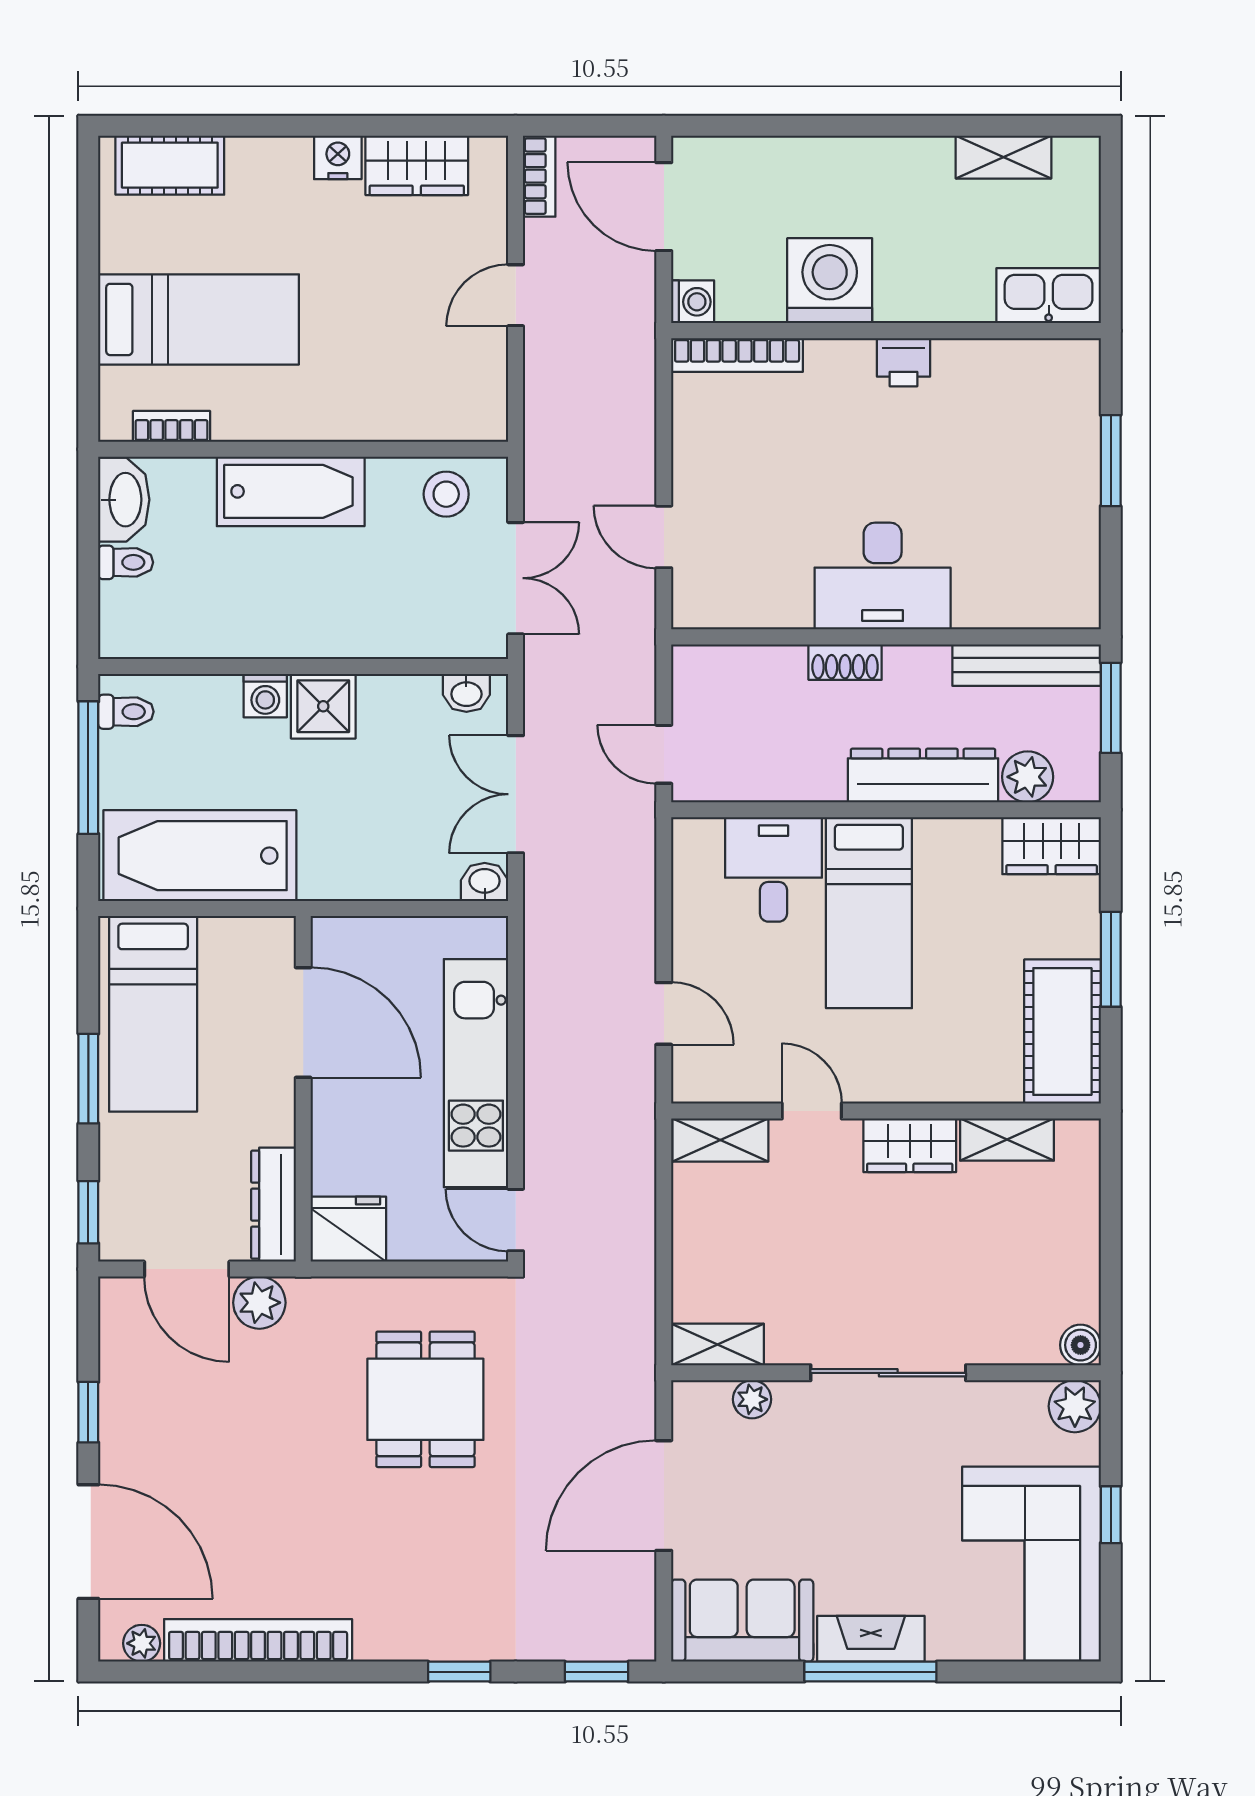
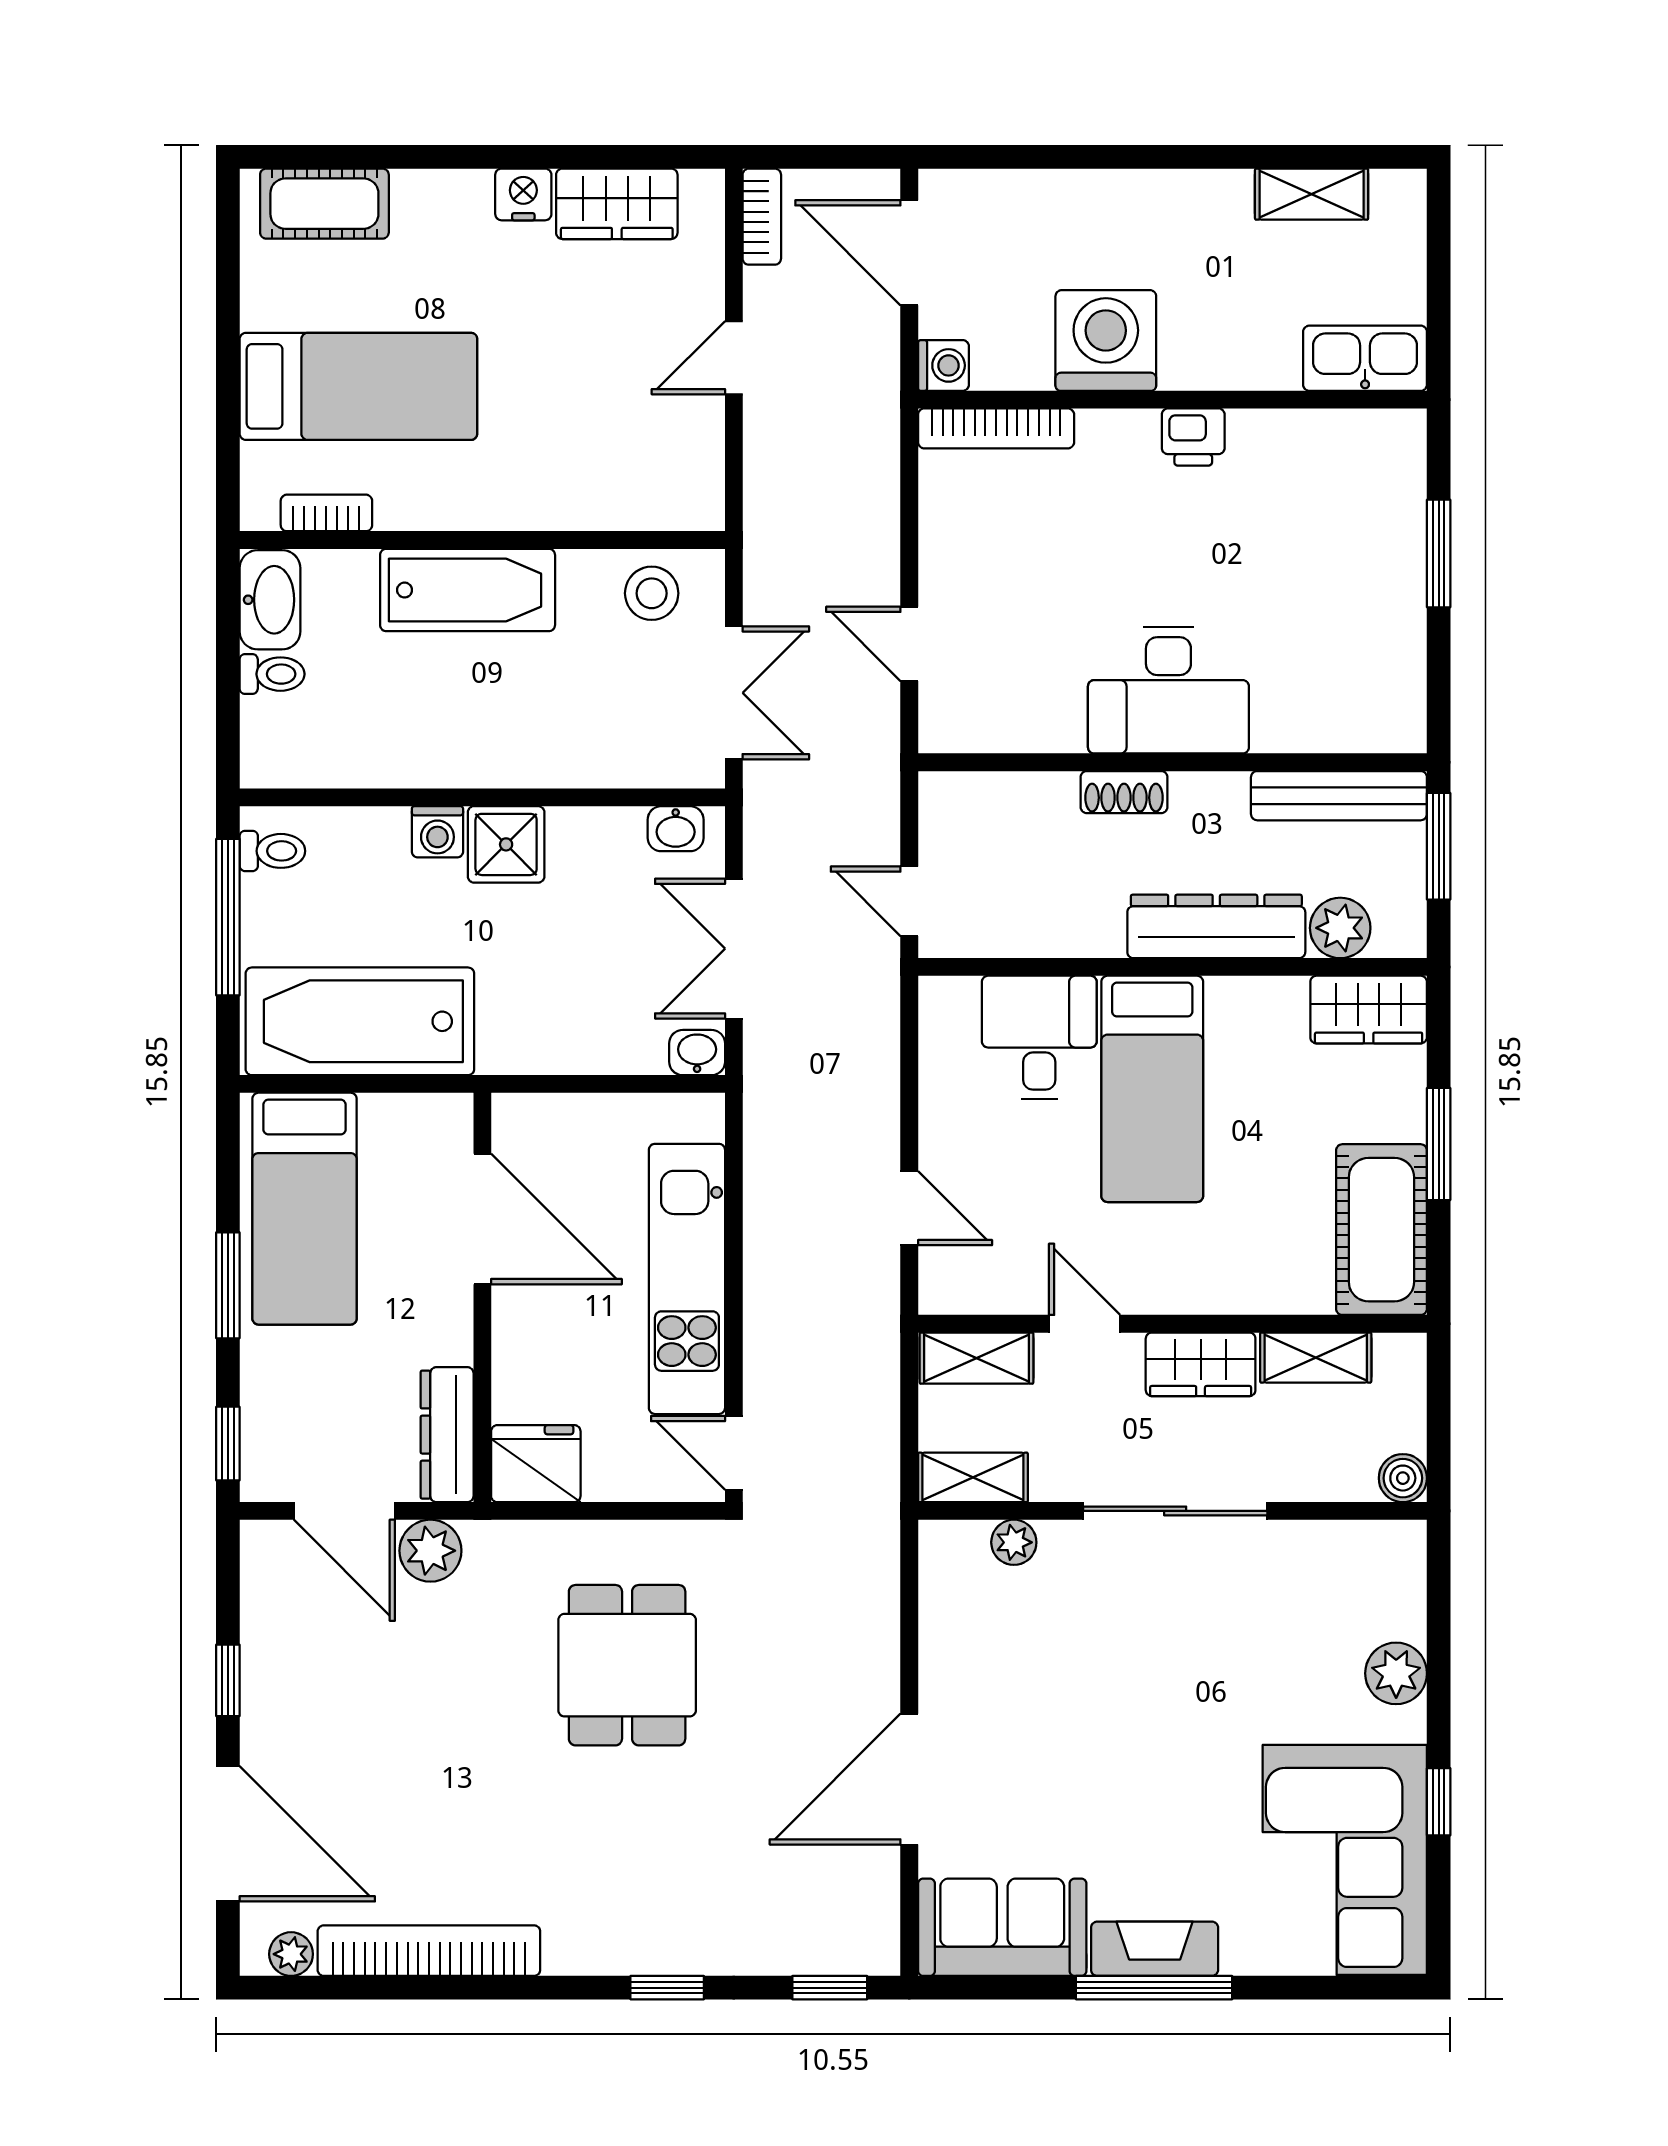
shelving: (718, 1344) -> (973, 1477), moved
boiler: (1081, 1345) -> (1403, 1478), moved
wall: (886, 1373) -> (1172, 1511), moved
sliding door: (888, 1373) -> (1175, 1511), moved
plant: (752, 1399) -> (1014, 1542), moved

